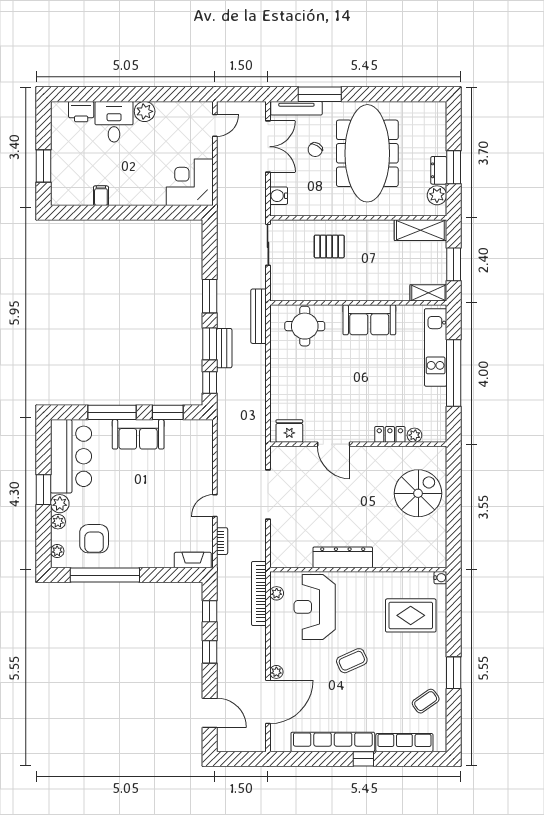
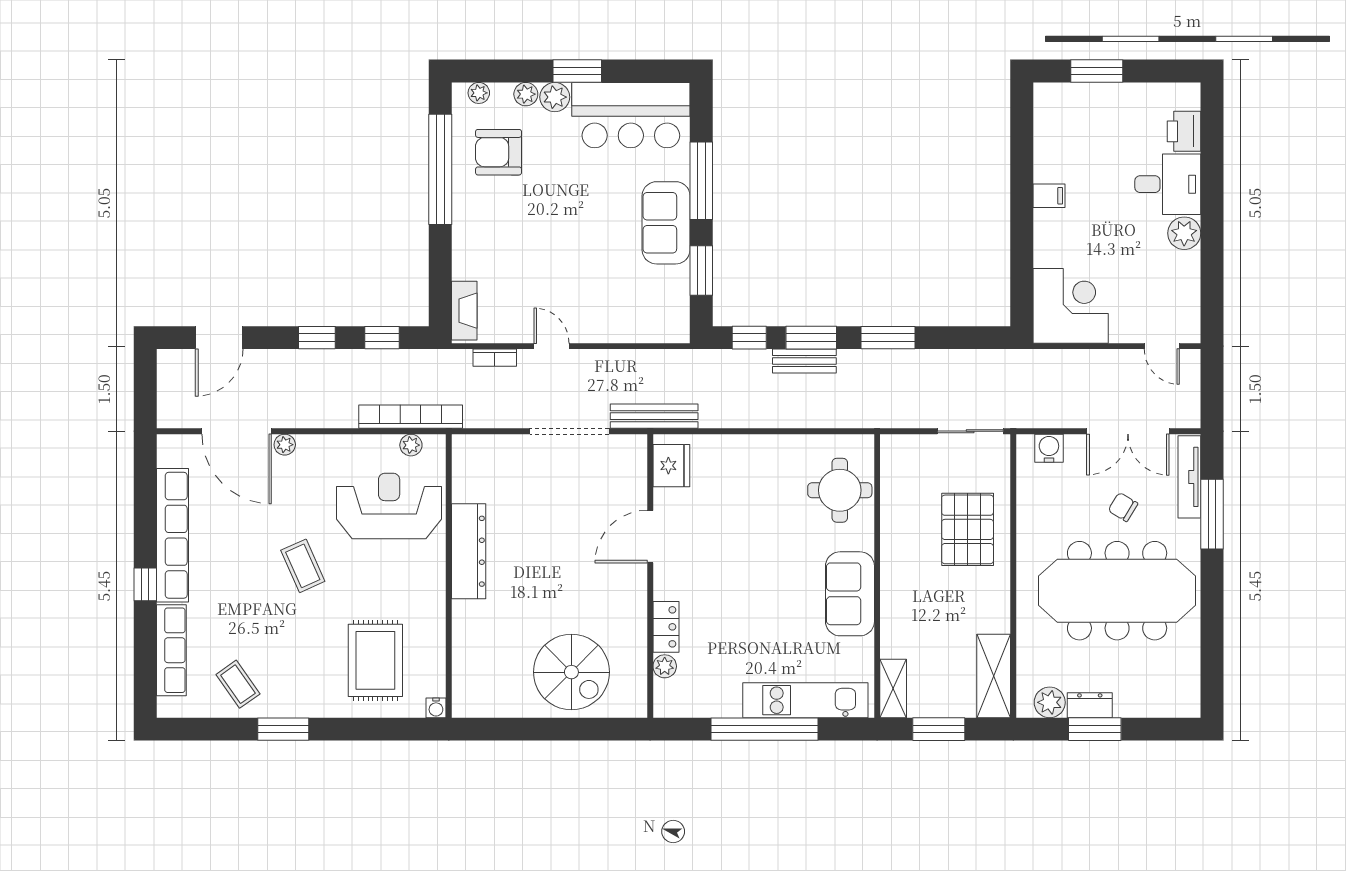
filing cabinet: (101, 196) -> (1049, 196), moved
pallet: (329, 246) -> (968, 529), width x1.50, depth x1.42
bench: (259, 316) -> (654, 416), moved

